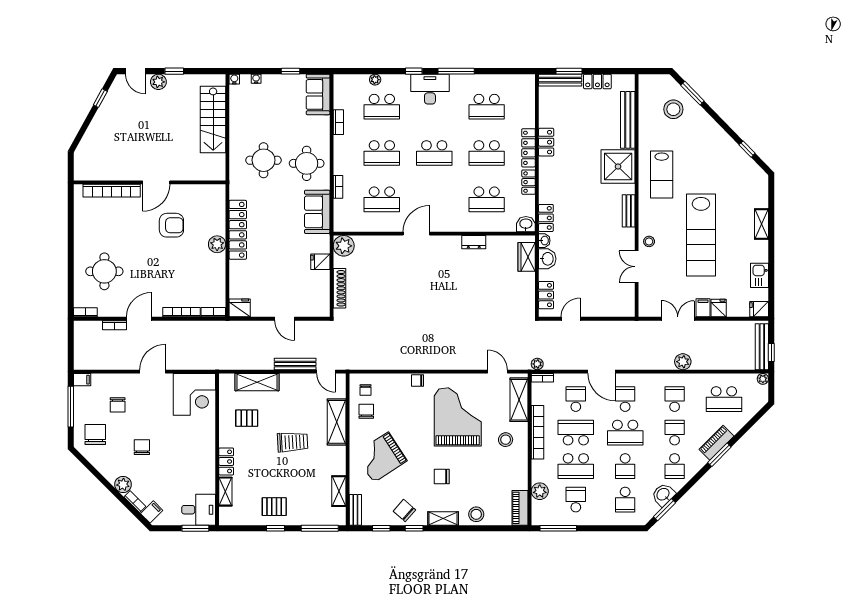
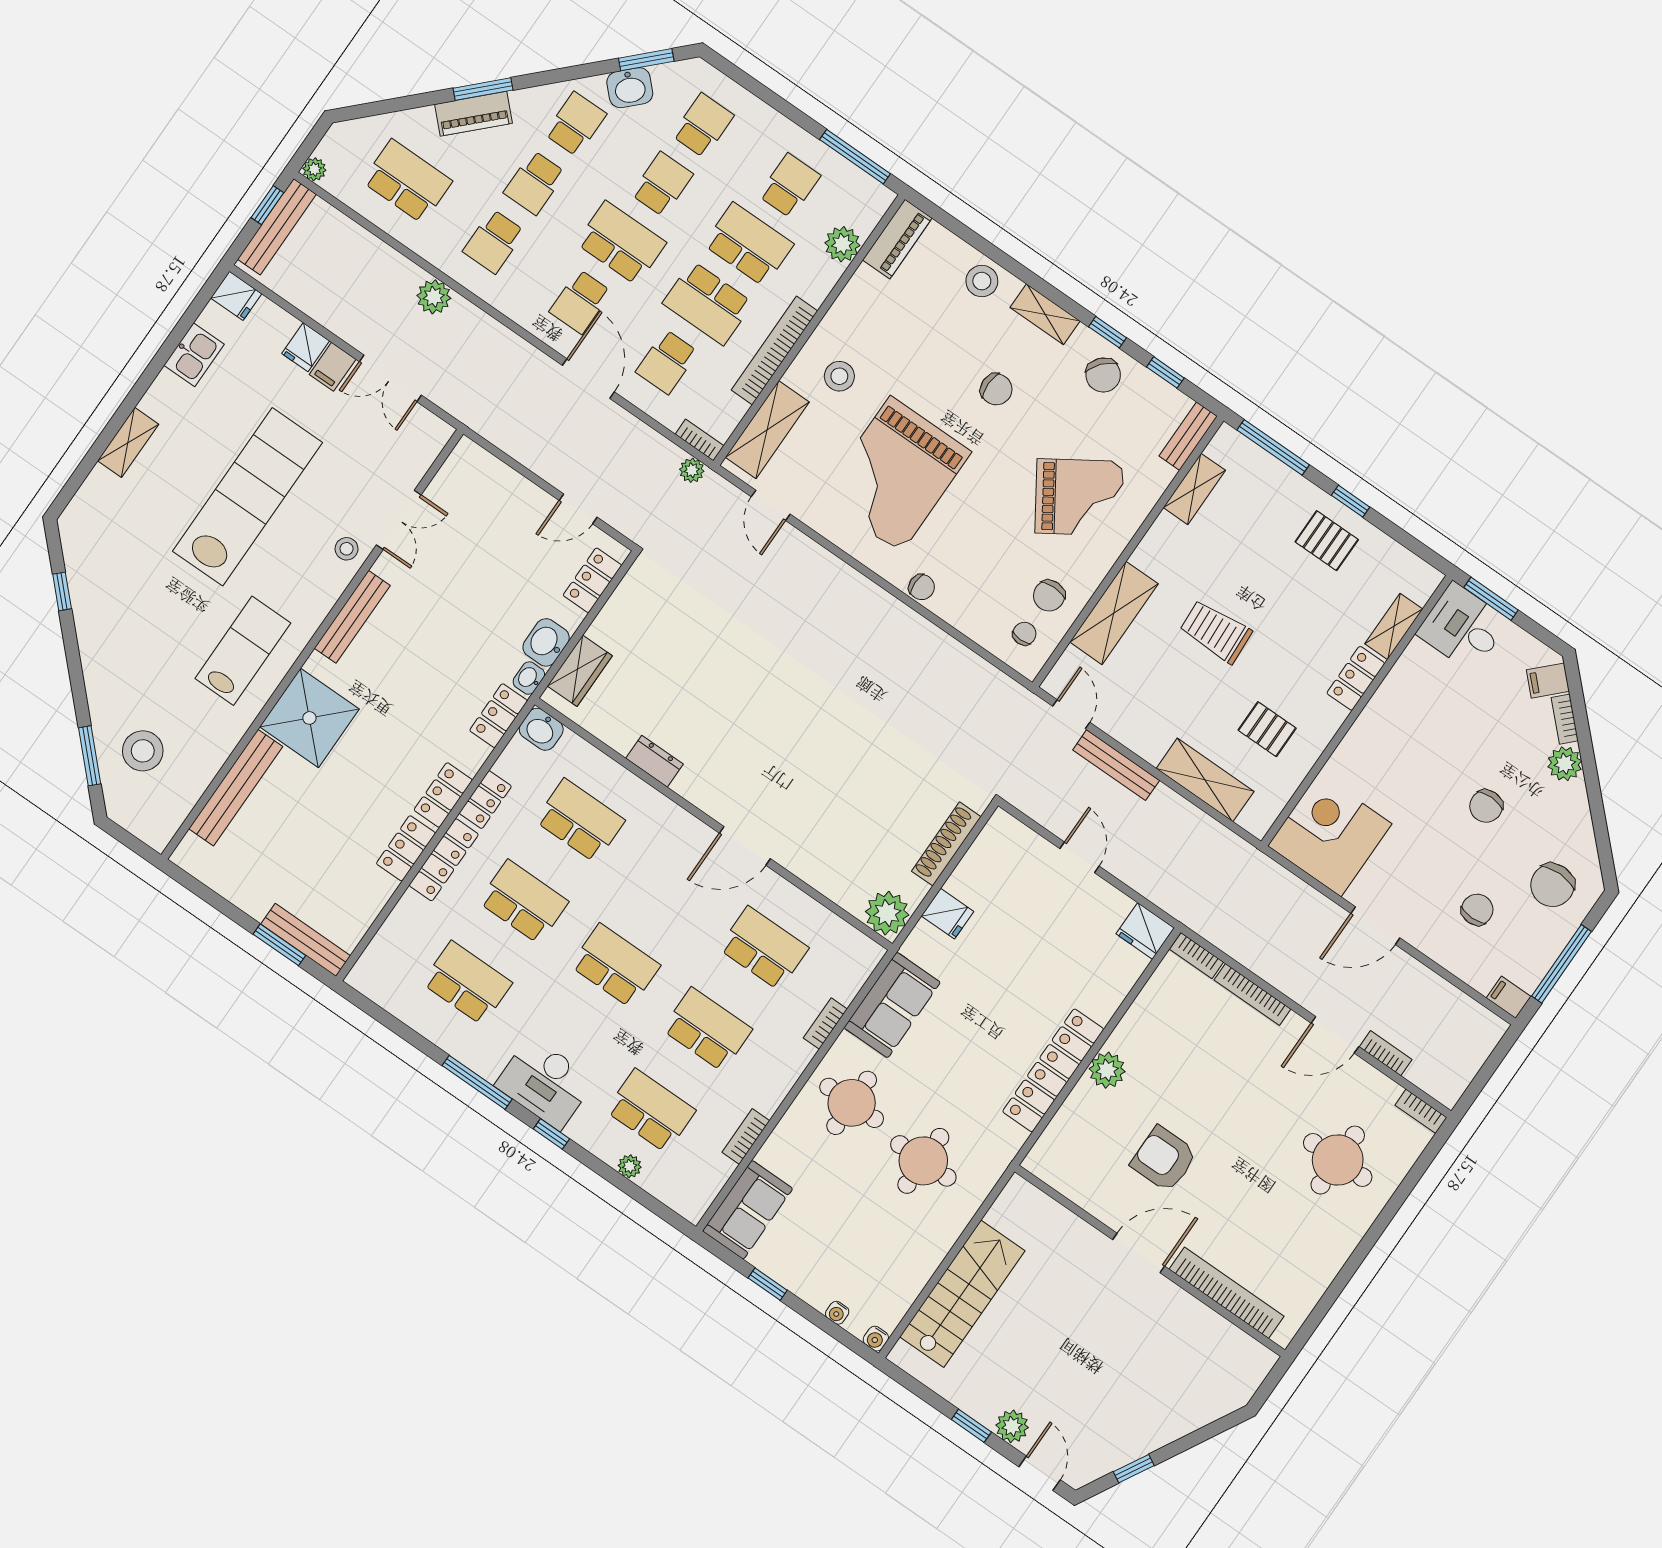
locker: (597, 81) -> (443, 795), moved, turned -90
bench: (629, 211) -> (352, 617), width x1.36
school desk: (576, 500) -> (789, 186), turned 180

